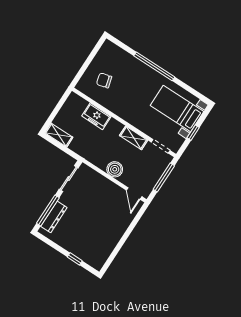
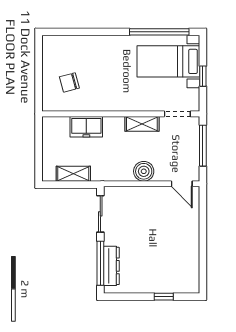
window: (154, 66) -> (159, 32), moved
shelving: (59, 135) -> (73, 174), moved

